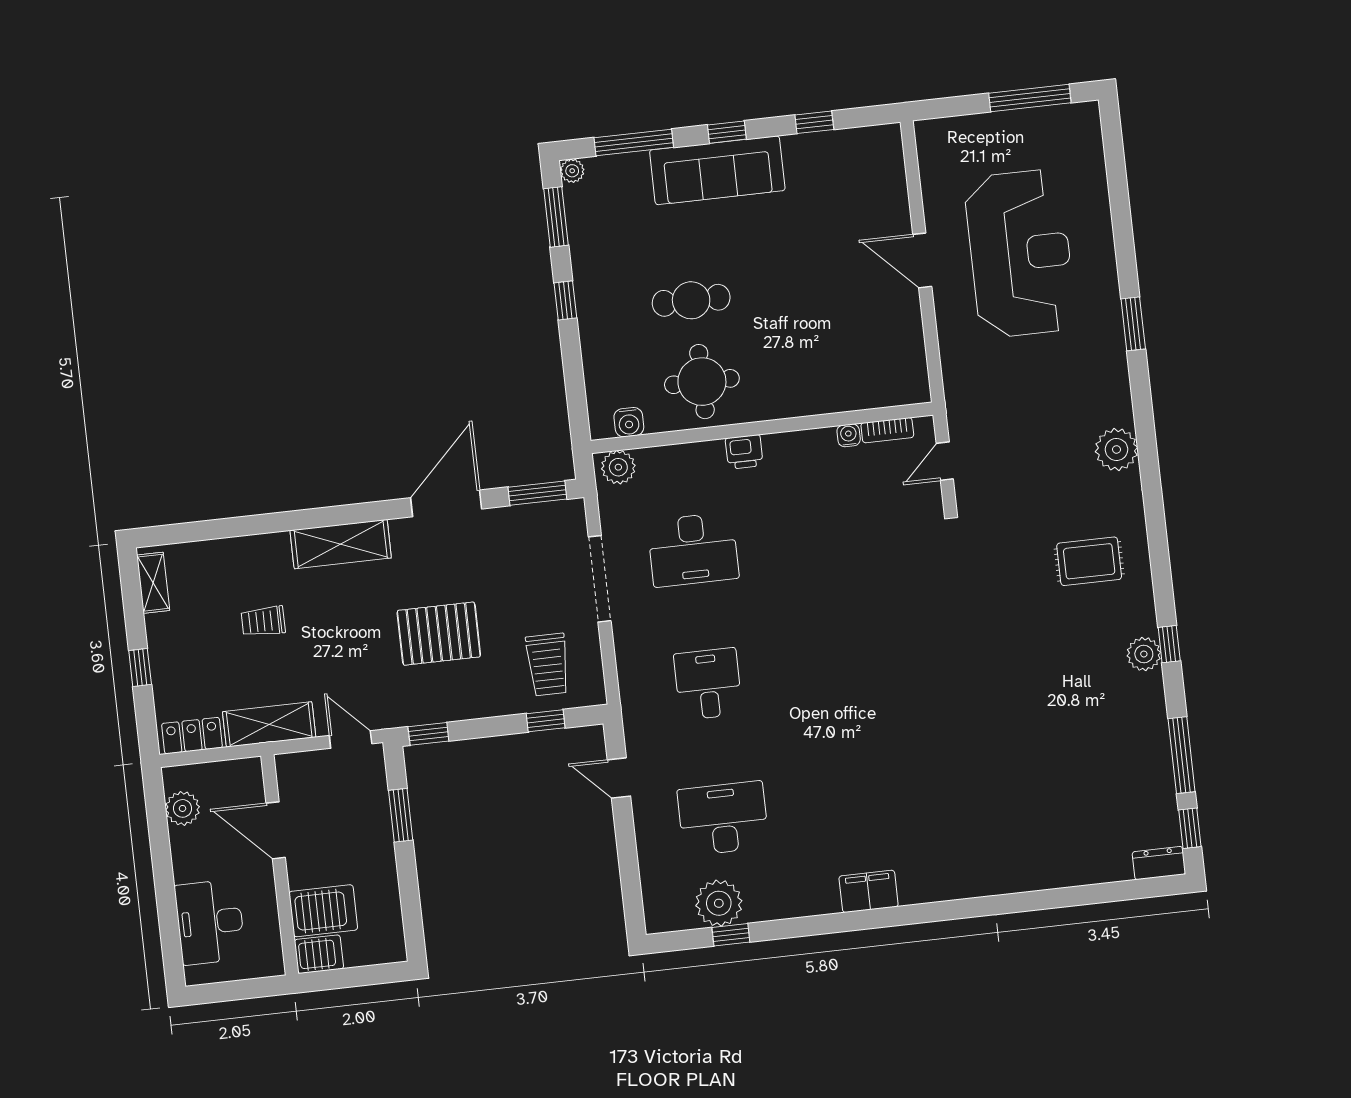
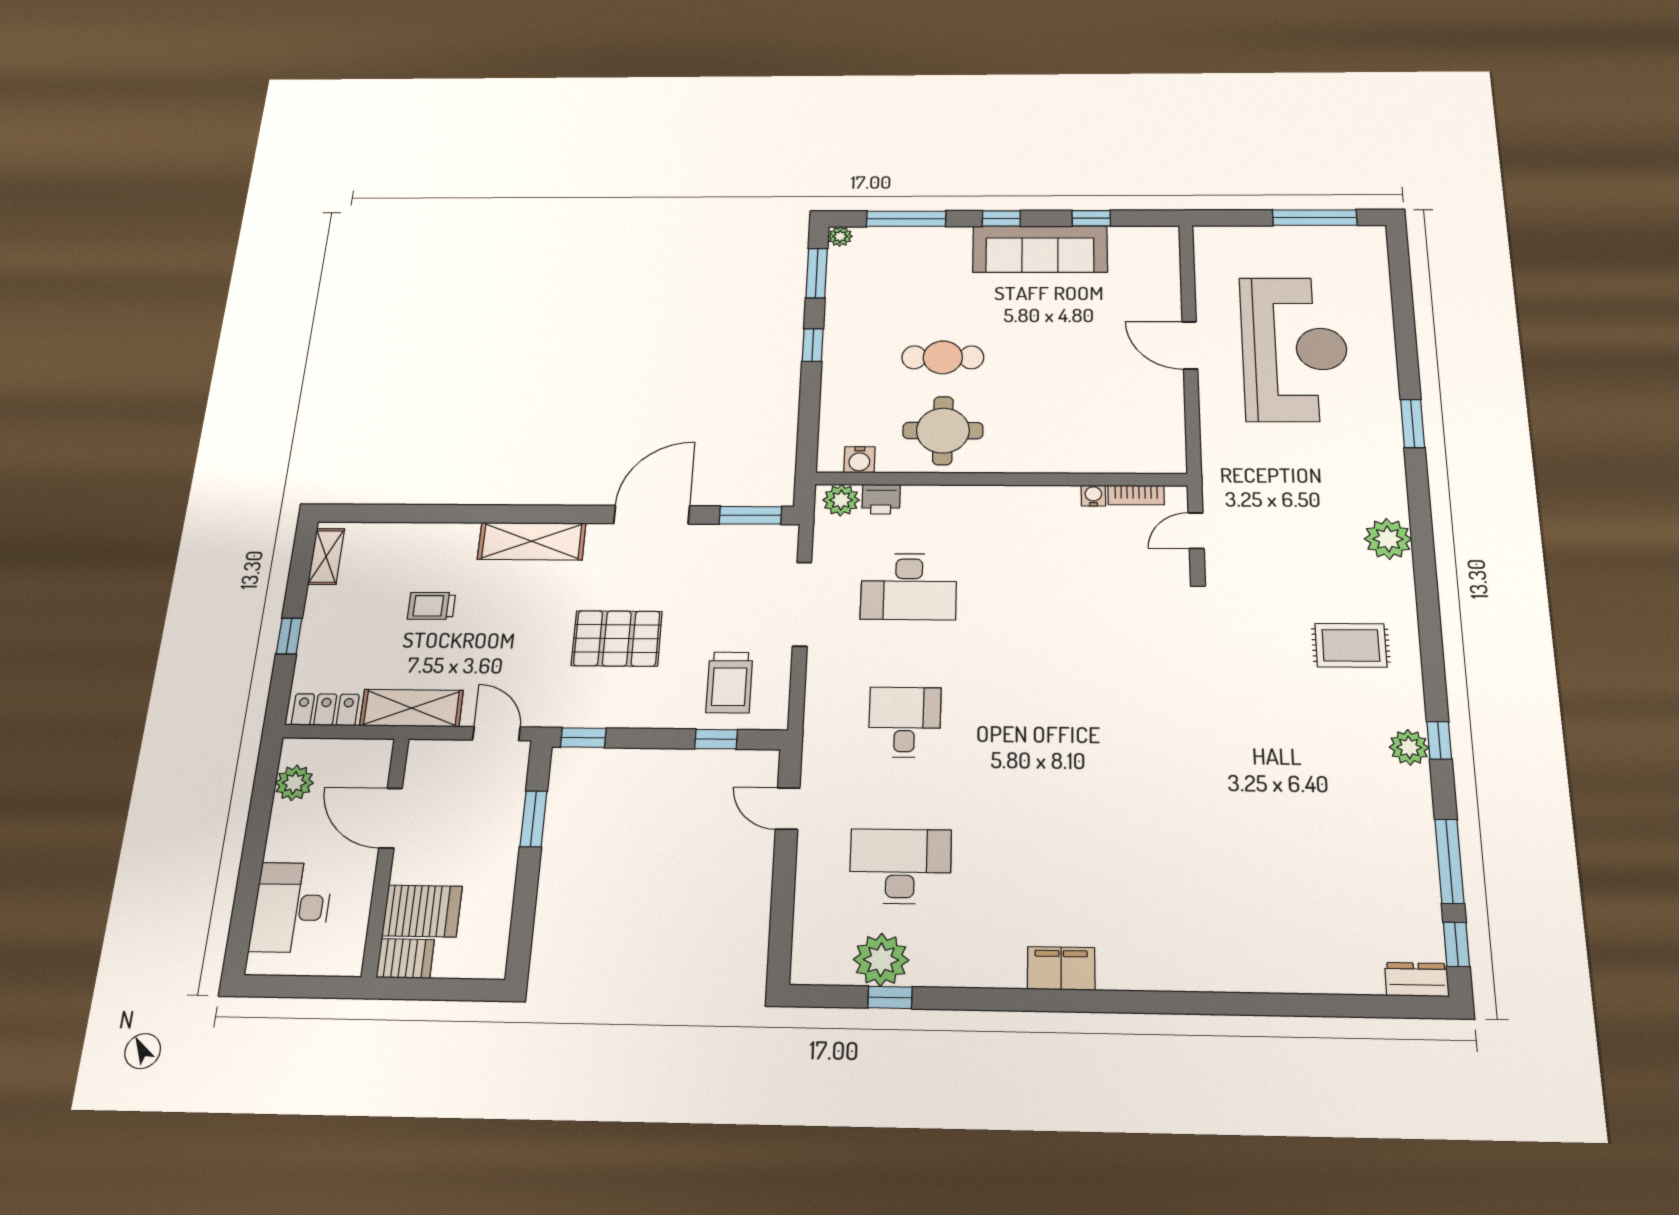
sofa: (717, 170) -> (1040, 249), moved
printer: (744, 452) -> (881, 499), moved

